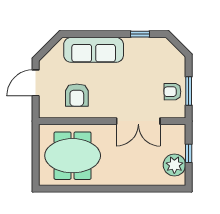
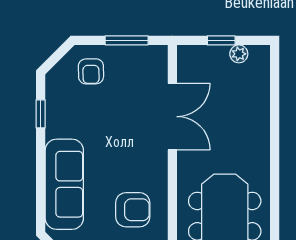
armchair: (172, 92) -> (91, 71), moved
plant: (174, 165) -> (239, 54), width x0.53, depth x0.53

